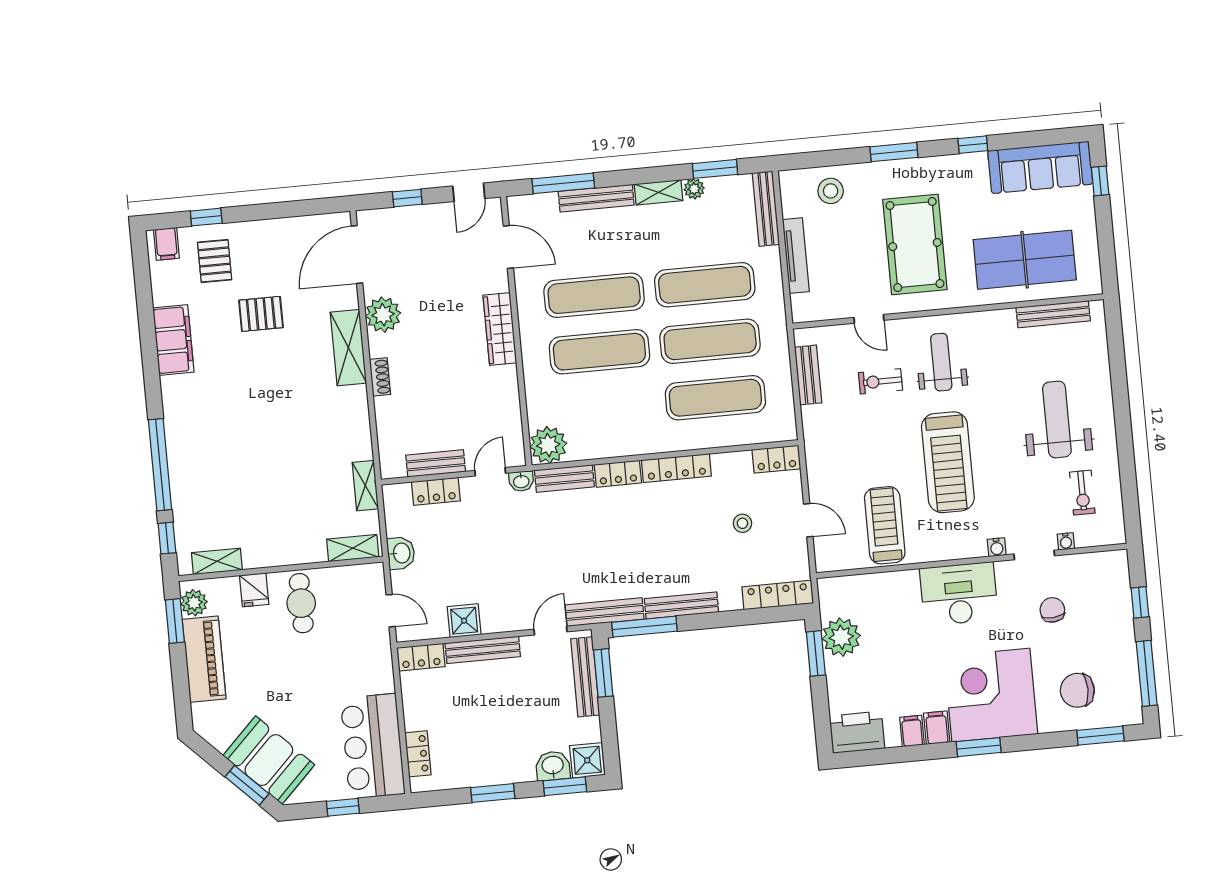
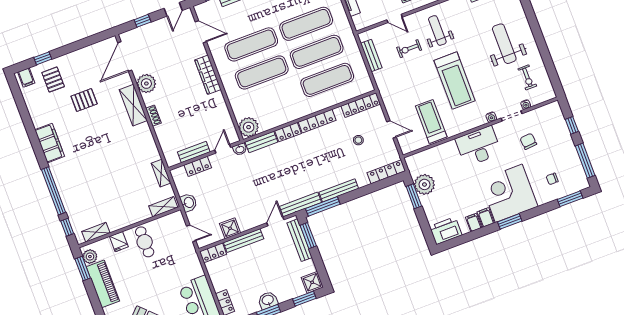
filing cabinet: (173, 340) -> (50, 143), moved
locker: (776, 459) -> (361, 105), width x1.53
chair: (1077, 690) -> (552, 179), width x0.54, depth x0.54
washbasin: (553, 766) -> (268, 300), moved

